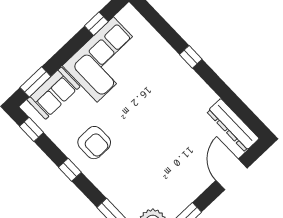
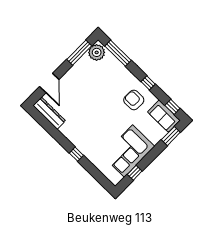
sofa: (53, 93) -> (164, 116), moved, turned -90

